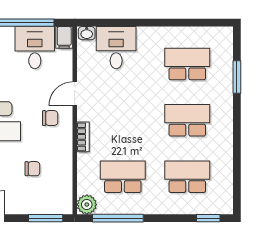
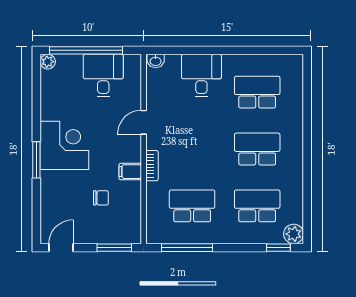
filing cabinet: (64, 37) -> (130, 172), moved, turned 90
desk: (116, 48) -> (201, 76), moved
window: (237, 77) -> (307, 105), removed
chair: (50, 118) -> (119, 147), removed
plant: (87, 205) -> (294, 234), moved

